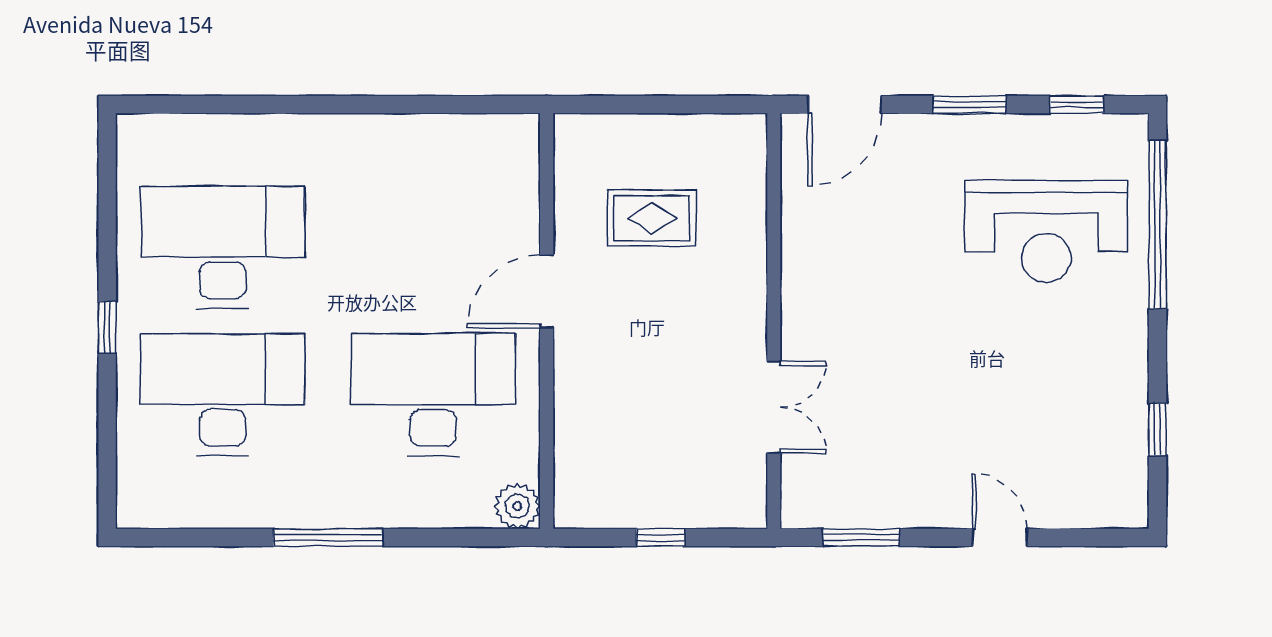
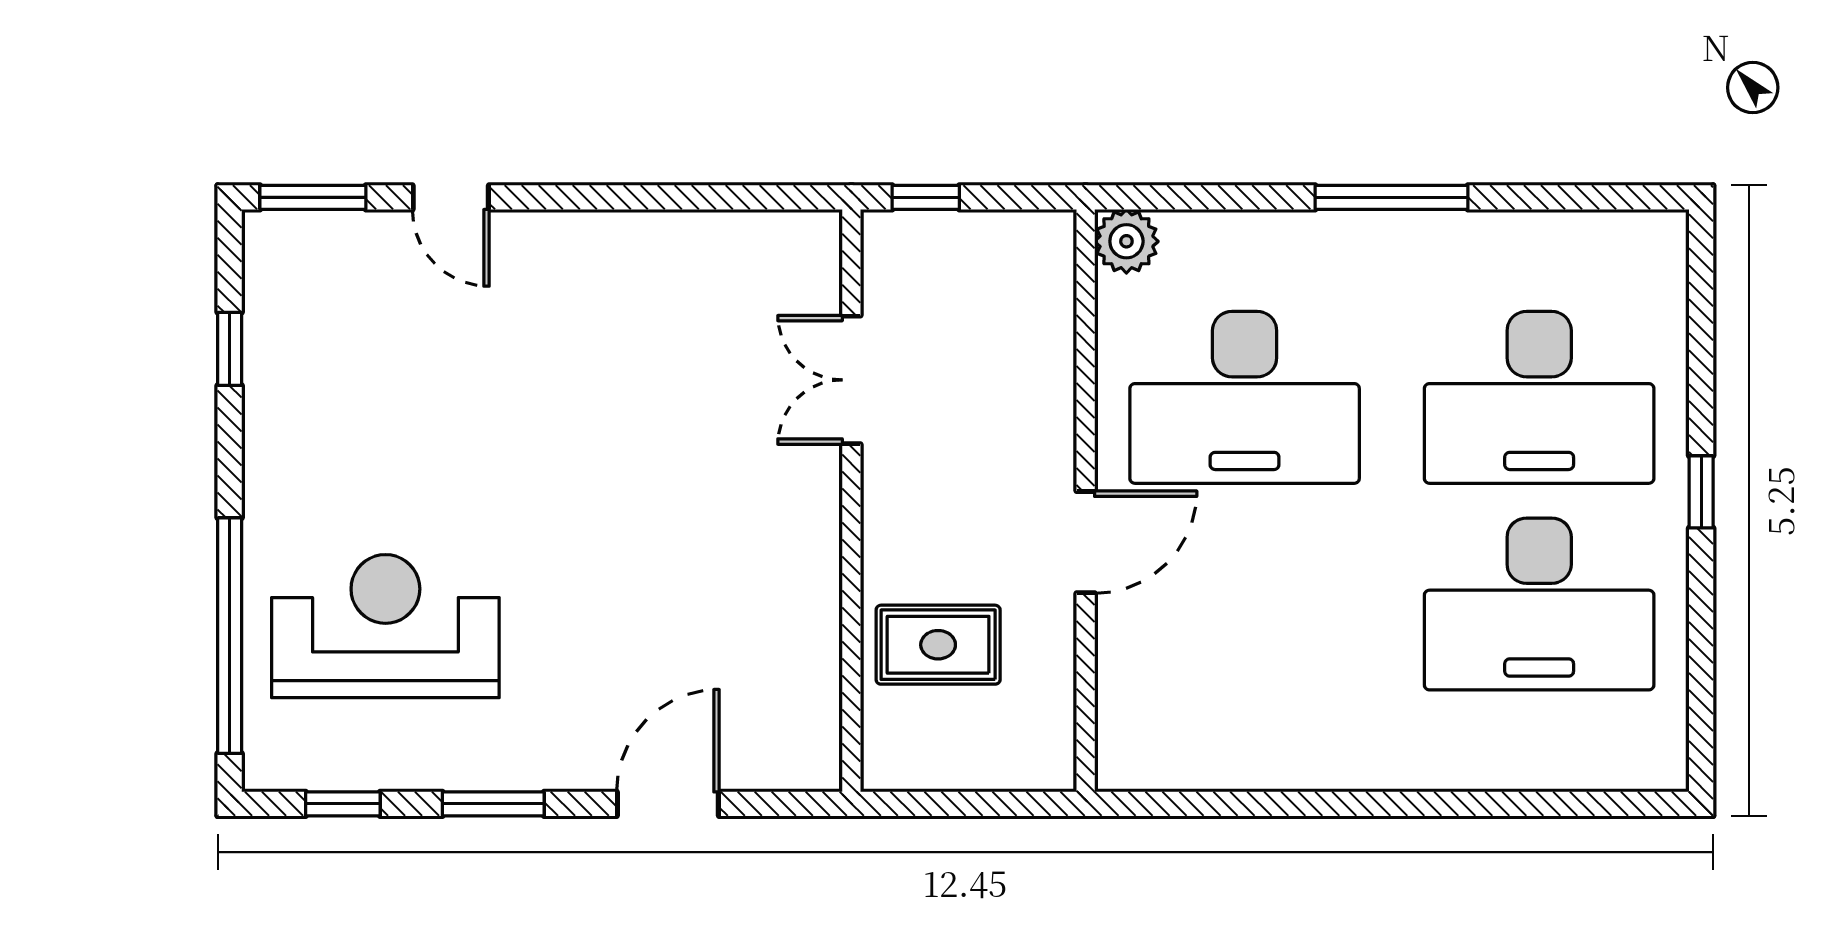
wall: (774, 321) -> (851, 501), moved
double door: (774, 407) -> (851, 380), moved
window: (861, 537) -> (313, 197), moved

